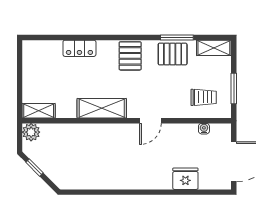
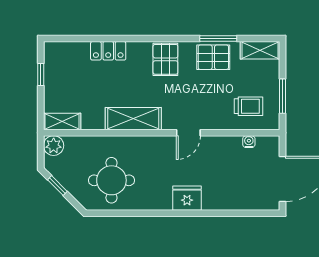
window: (20, 69) -> (41, 75), added
round table: (82, 163) -> (111, 180), added
fridge: (185, 179) -> (187, 198), moved

